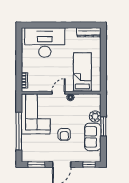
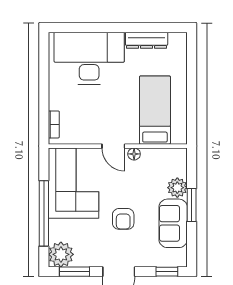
dresser: (89, 32) -> (147, 40), moved
door: (59, 93) -> (113, 146), swing flipped
plant: (29, 155) -> (61, 254), added

